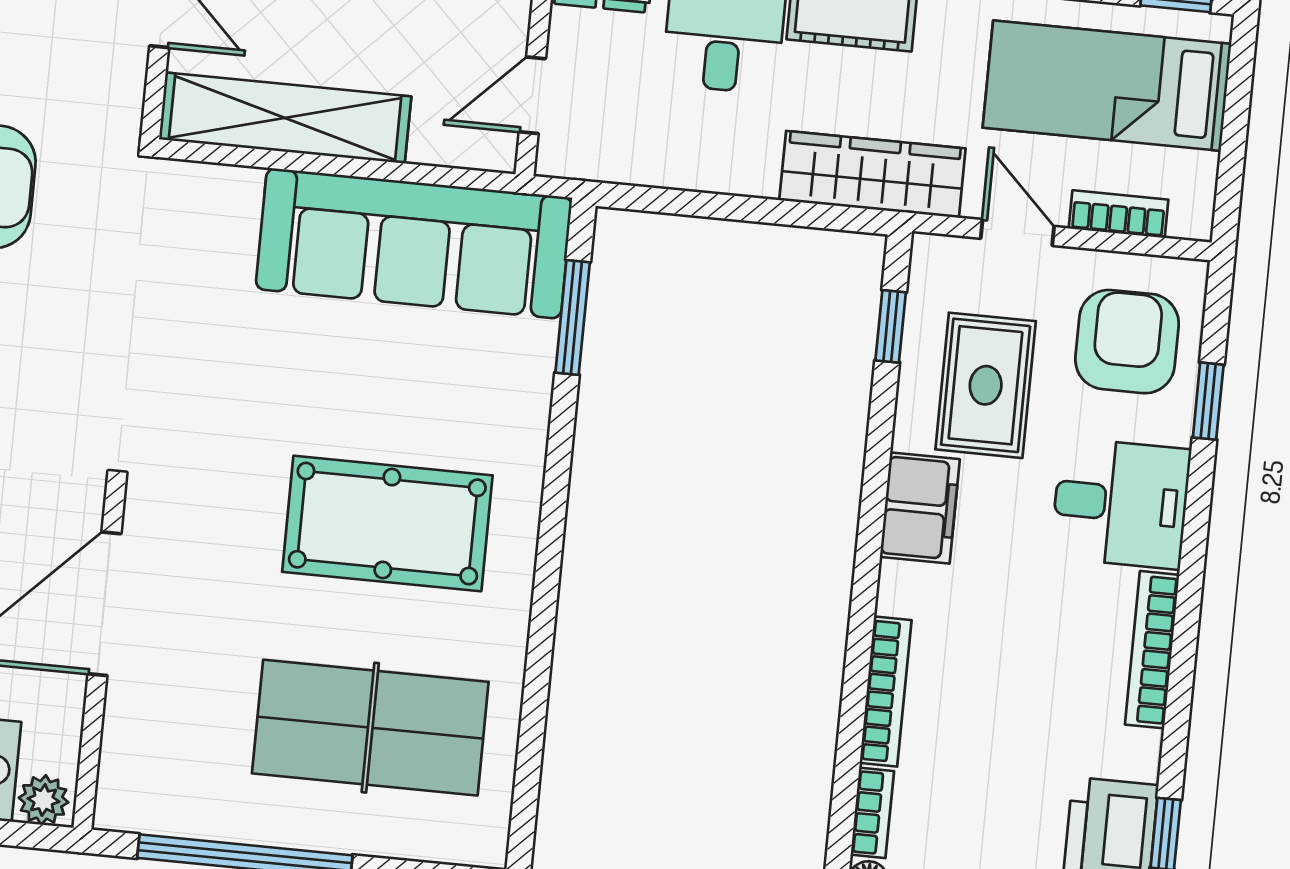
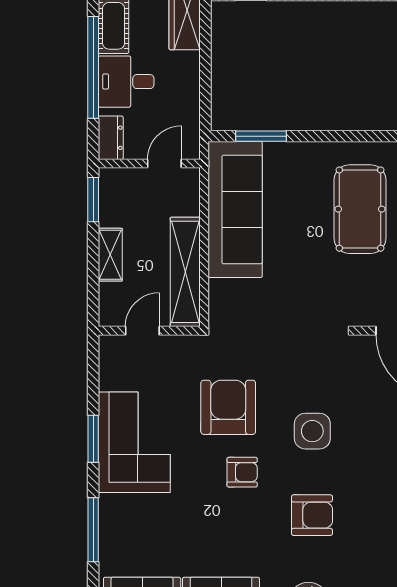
door: (532, 95) -> (164, 164), swing flipped

